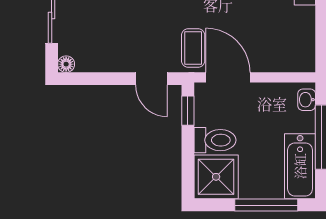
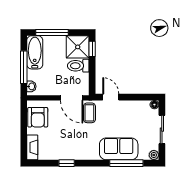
armchair: (294, 39) -> (38, 117), added
window: (188, 111) -> (92, 49), moved

